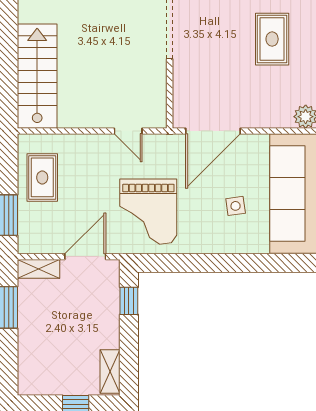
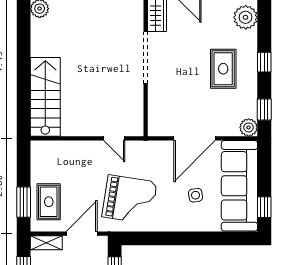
door: (213, 131) -> (195, 138), moved
rug: (42, 177) -> (49, 202), moved
grand piano: (148, 212) -> (130, 199), turned -81

